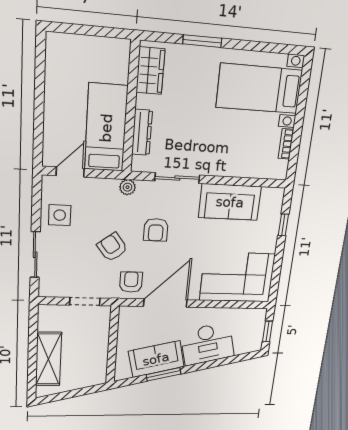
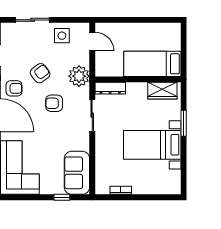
bed with nightstands: (259, 89) -> (152, 145), moved, turned -90
bed: (106, 128) -> (152, 64), moved, turned 180
dresser: (142, 132) -> (110, 88), moved
plant: (128, 187) -> (79, 76), width x1.87, depth x1.87
sofa: (230, 202) -> (77, 173), moved

